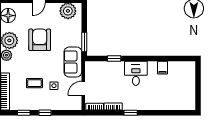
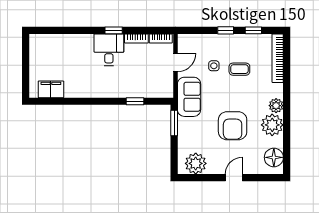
filing cabinet: (163, 68) -> (51, 89), moved, width x2.00
desk: (136, 73) -> (109, 50), moved, turned 180

